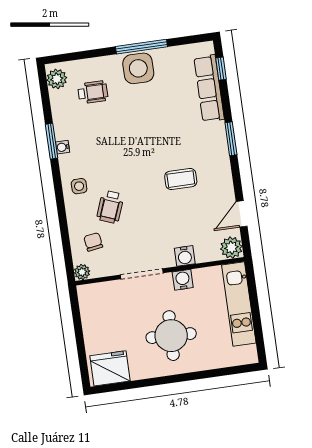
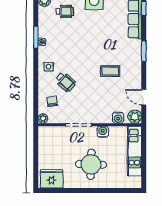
wheelchair: (110, 207) -> (65, 82), turned -69
door: (242, 214) -> (144, 97), hinge flipped
water cooler: (185, 256) -> (118, 118), moved

